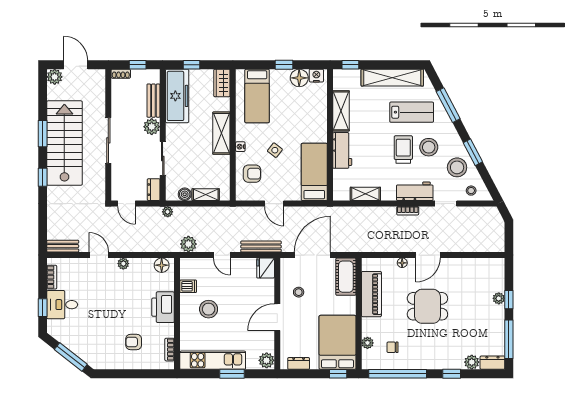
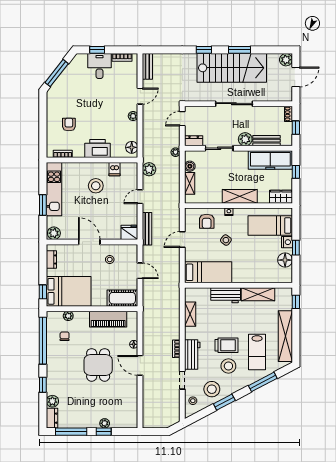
nightstand: (316, 76) -> (287, 242), moved
door: (312, 255) -> (140, 271), width x0.53

